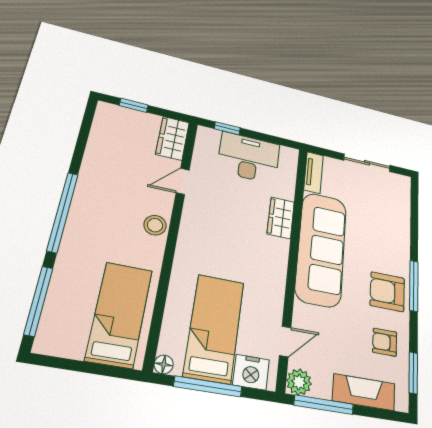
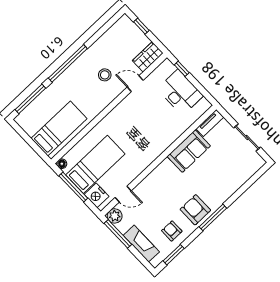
wardrobe: (281, 218) -> (171, 135), removed
stool: (155, 225) -> (105, 75), moved
sofa: (321, 249) -> (189, 151), width x0.54, depth x0.79

